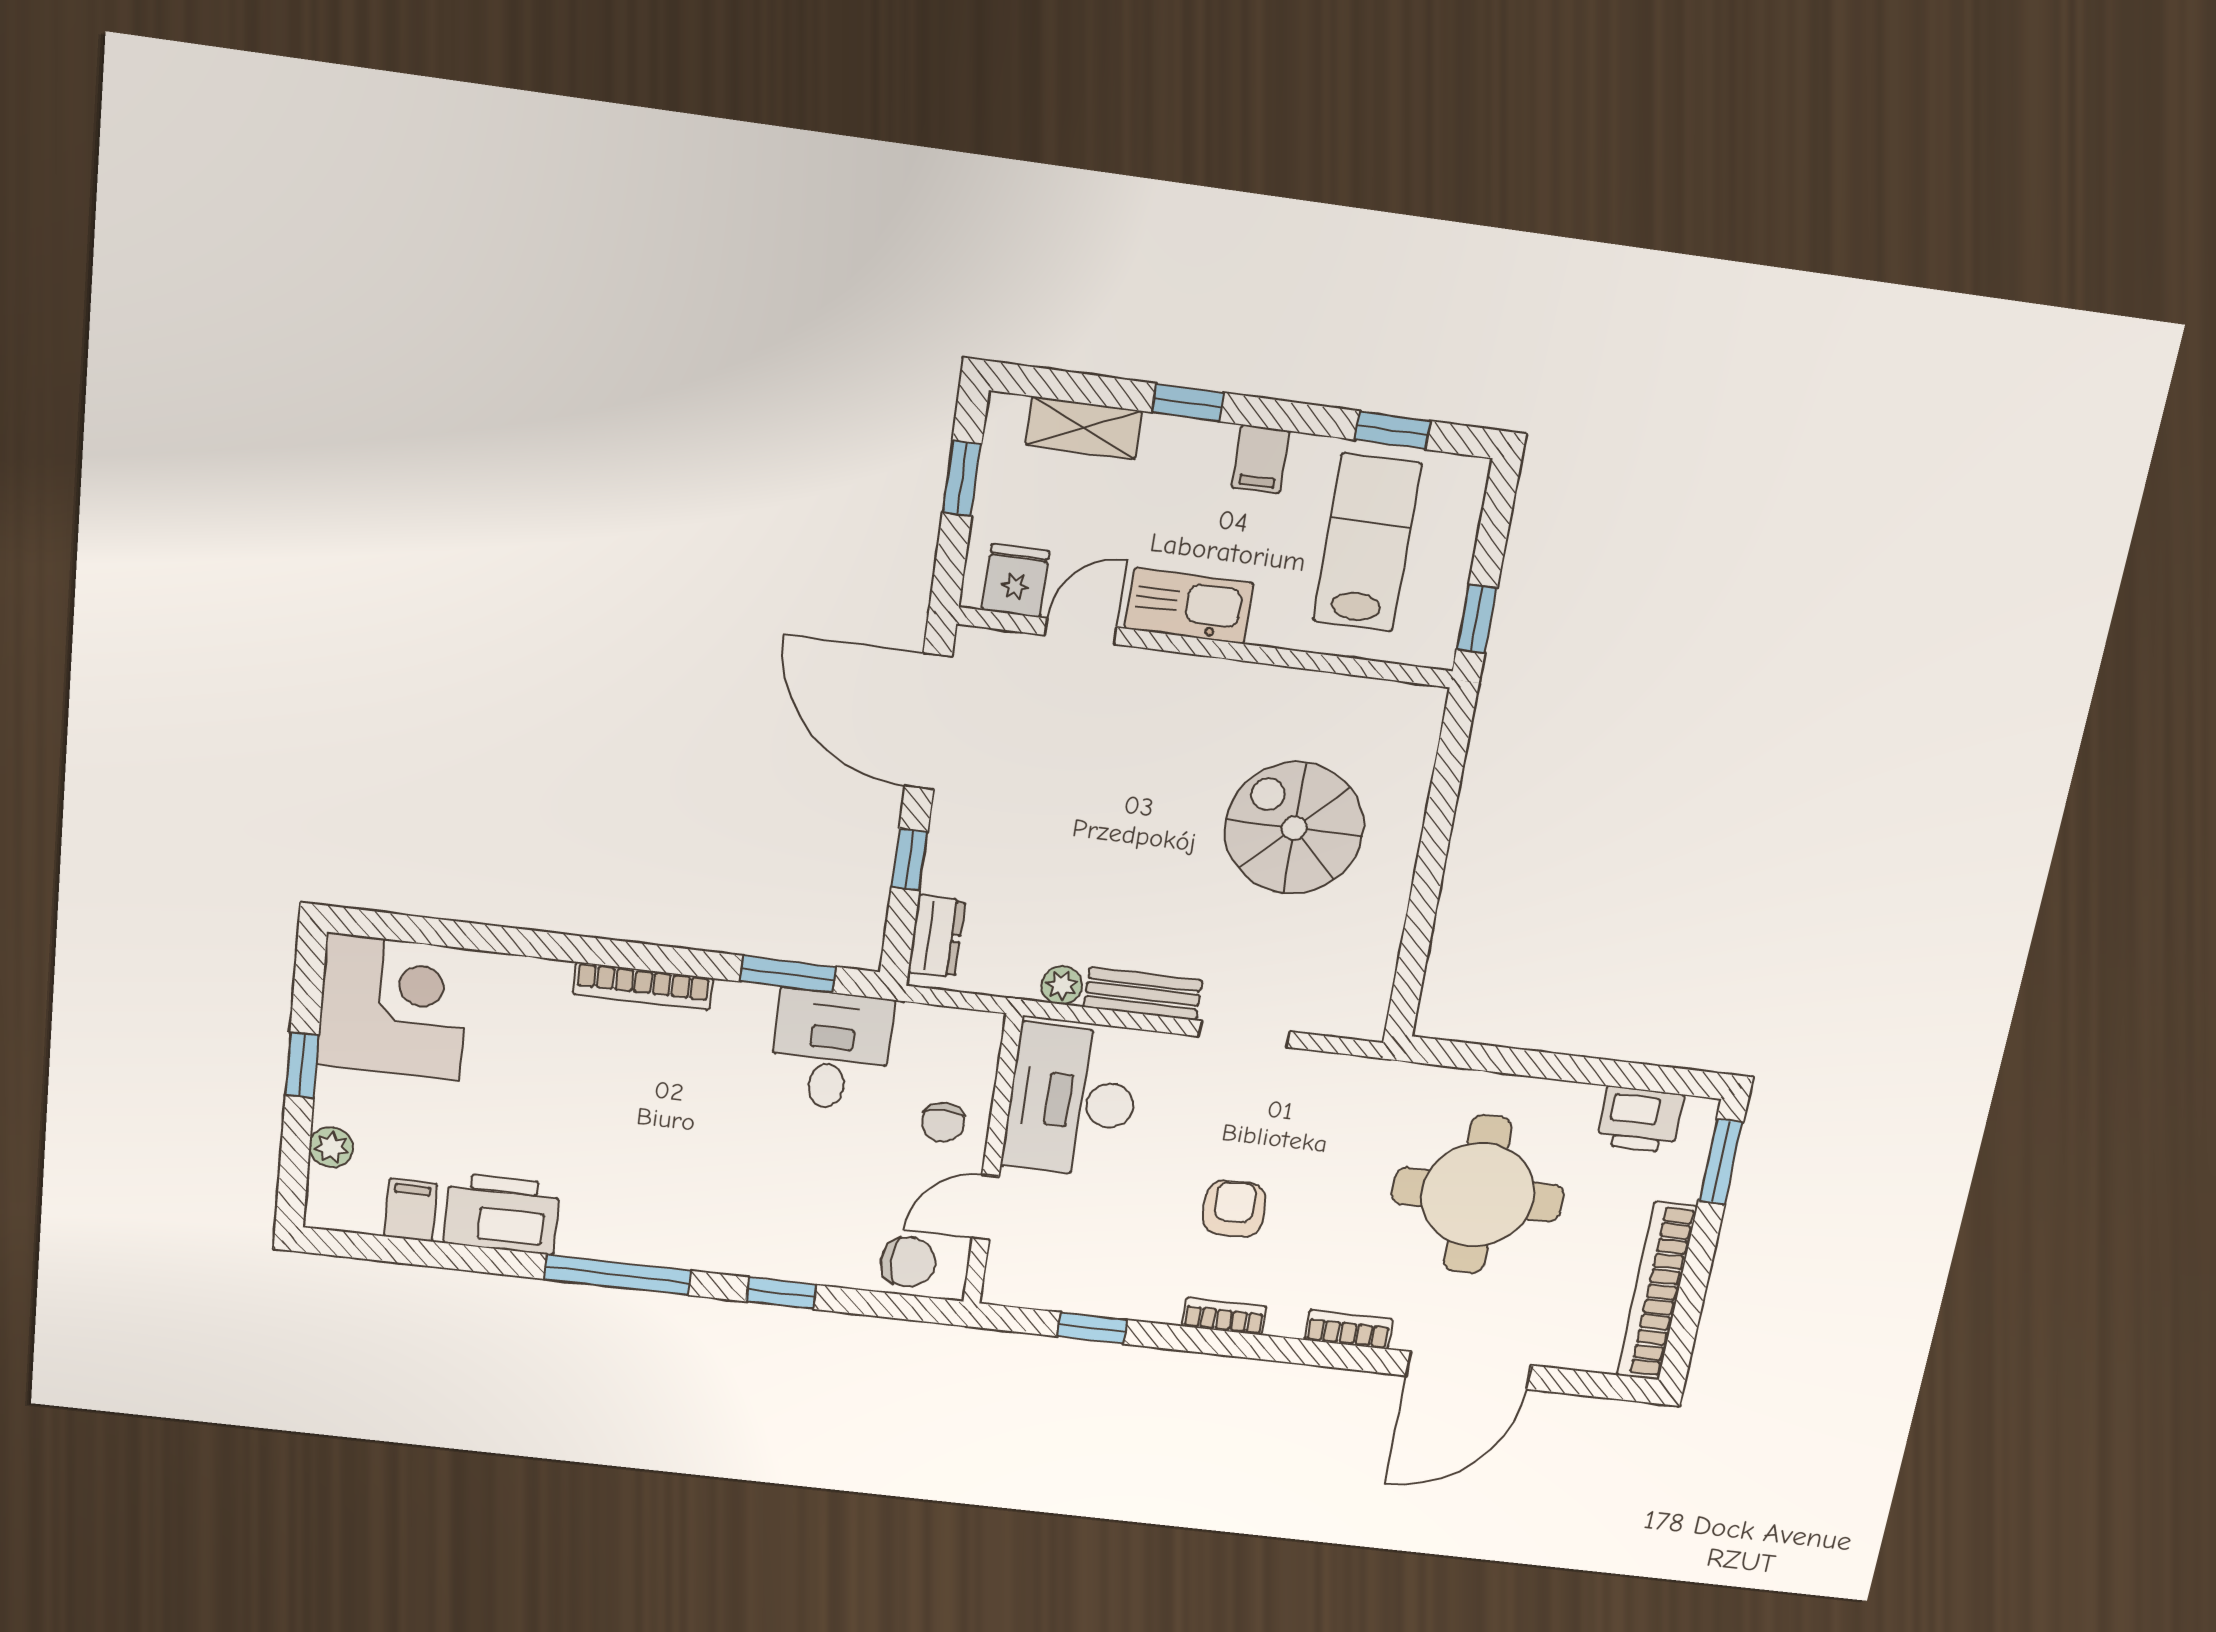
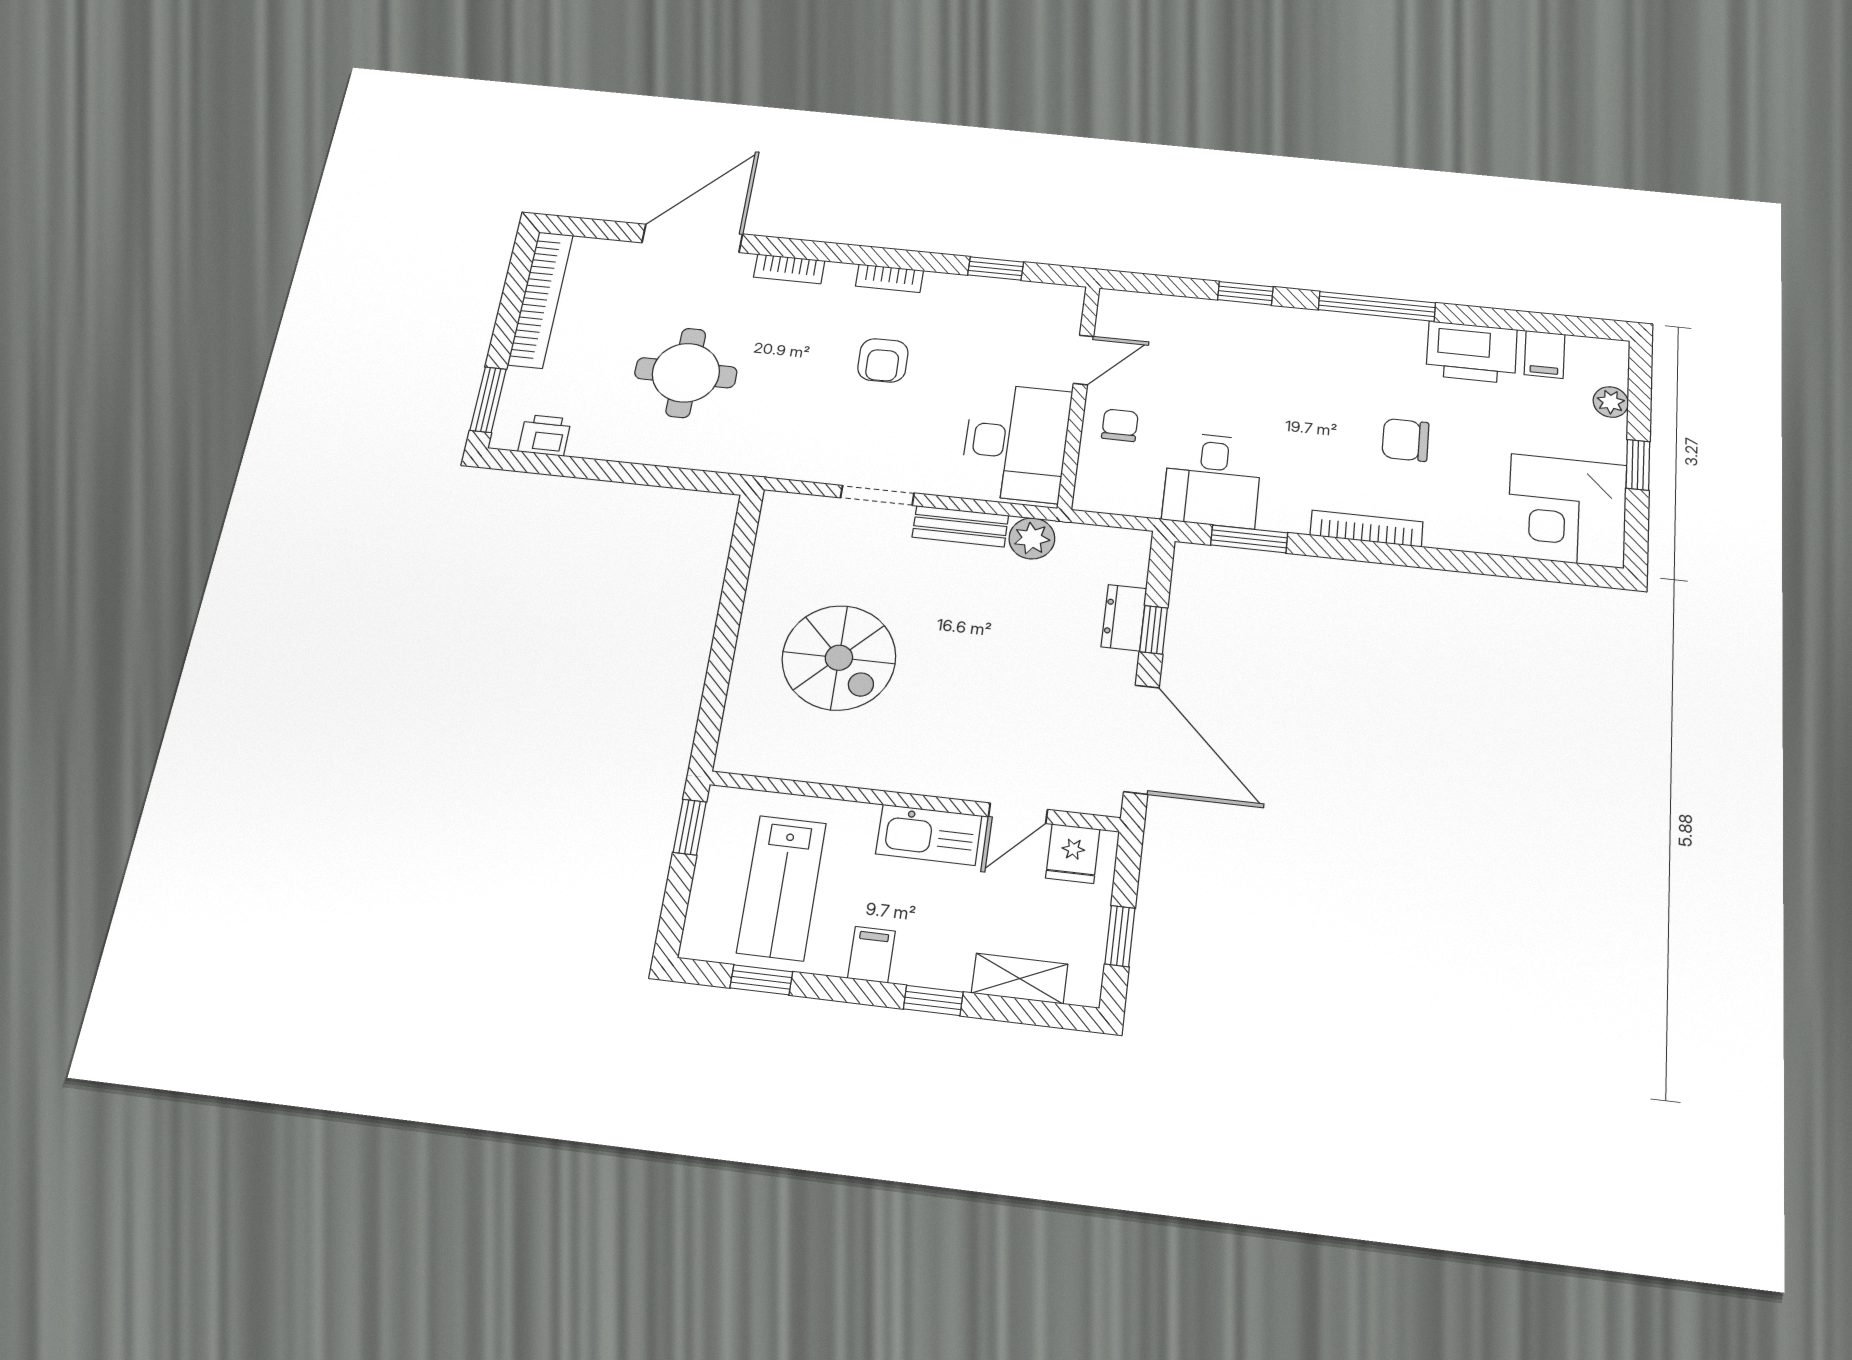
dresser: (937, 936) -> (1124, 618), moved
plant: (1062, 985) -> (1032, 538), width x1.38, depth x1.38
printer: (1640, 1120) -> (545, 435), width x0.73, depth x0.81
round table: (1478, 1195) -> (686, 373), width x0.73, depth x0.73
chair: (908, 1262) -> (1406, 440), moved

